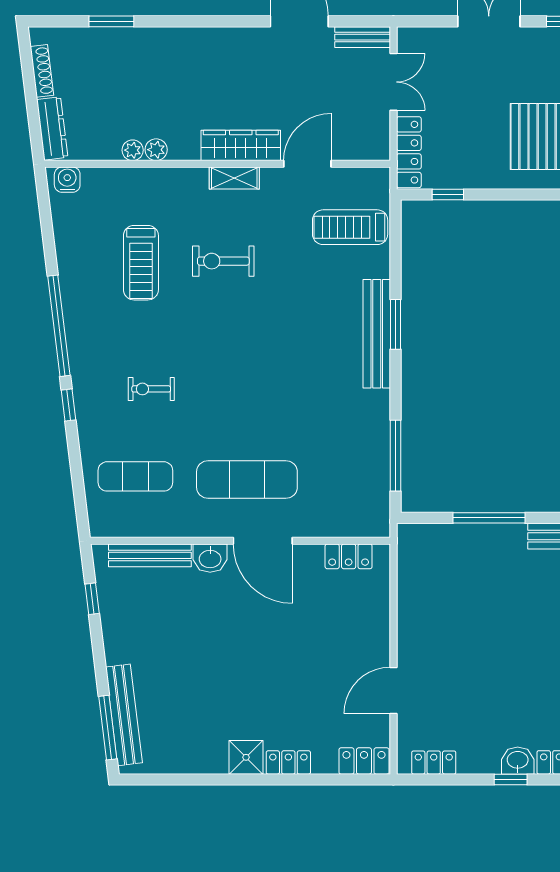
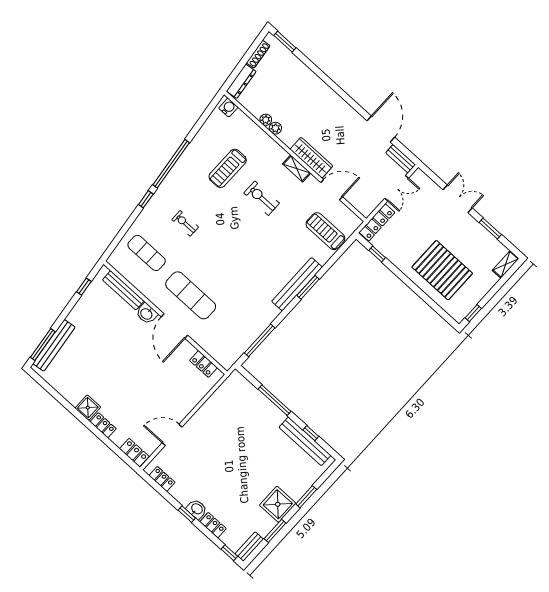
window: (111, 21) -> (285, 42), moved

